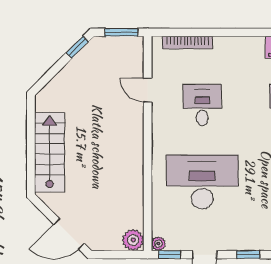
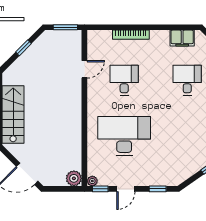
bookcase: (188, 43) -> (131, 35), moved
window: (77, 47) -> (23, 48), moved
door: (148, 90) -> (84, 69), swing flipped

